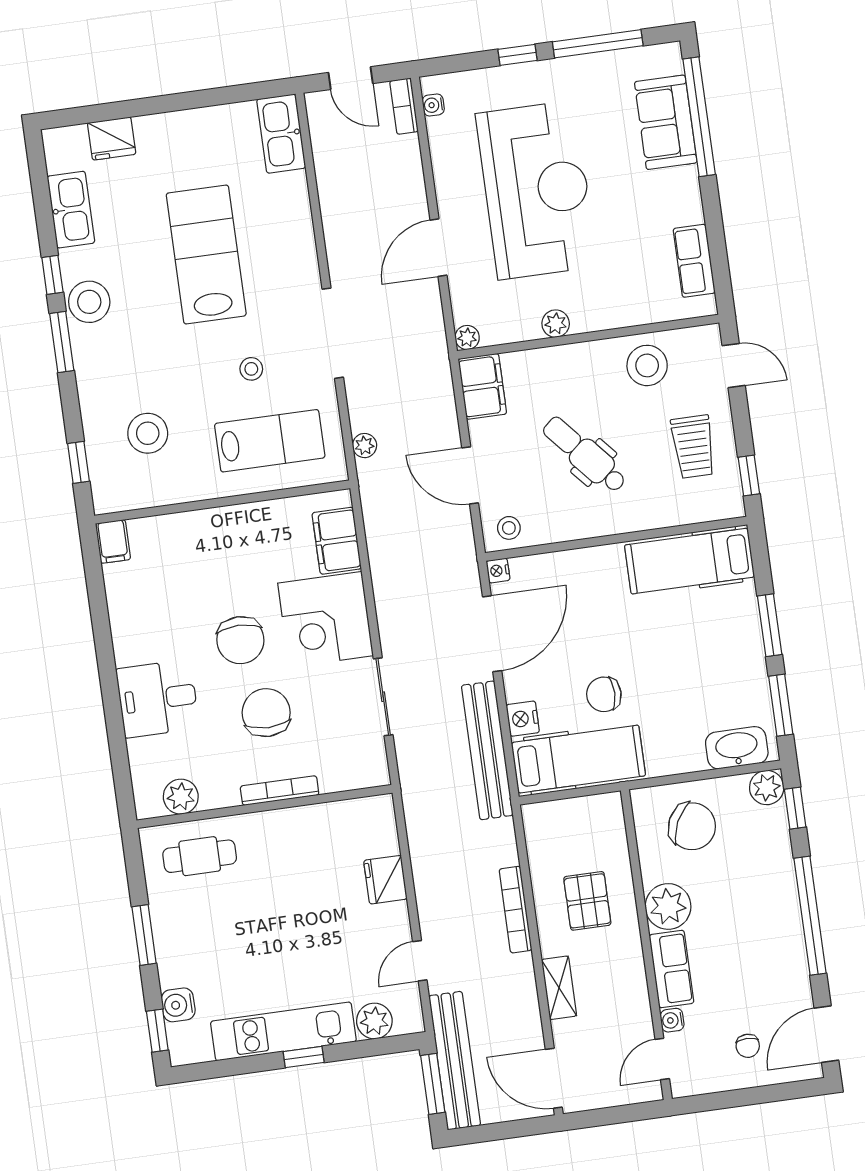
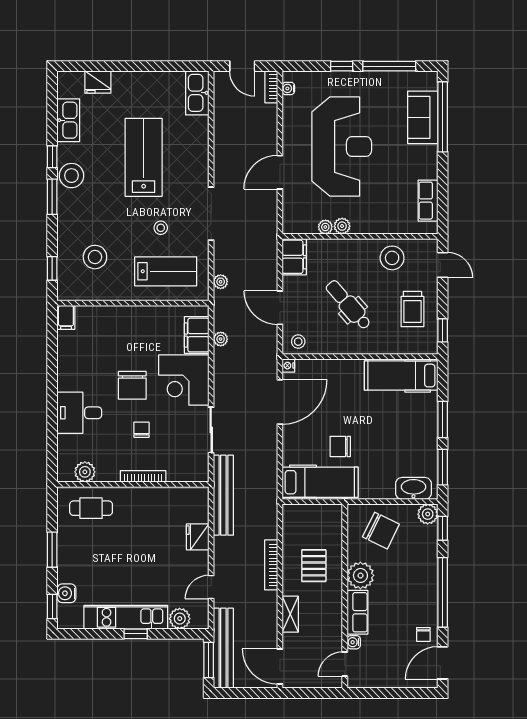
plant: (467, 338) -> (325, 227), moved
plant: (378, 542) -> (221, 339), added
chair: (266, 713) -> (142, 430), width x0.54, depth x0.54
nightstand: (523, 719) -> (291, 454), removed
bench: (487, 750) -> (223, 495), moved
chair: (748, 1046) -> (423, 634), moved

